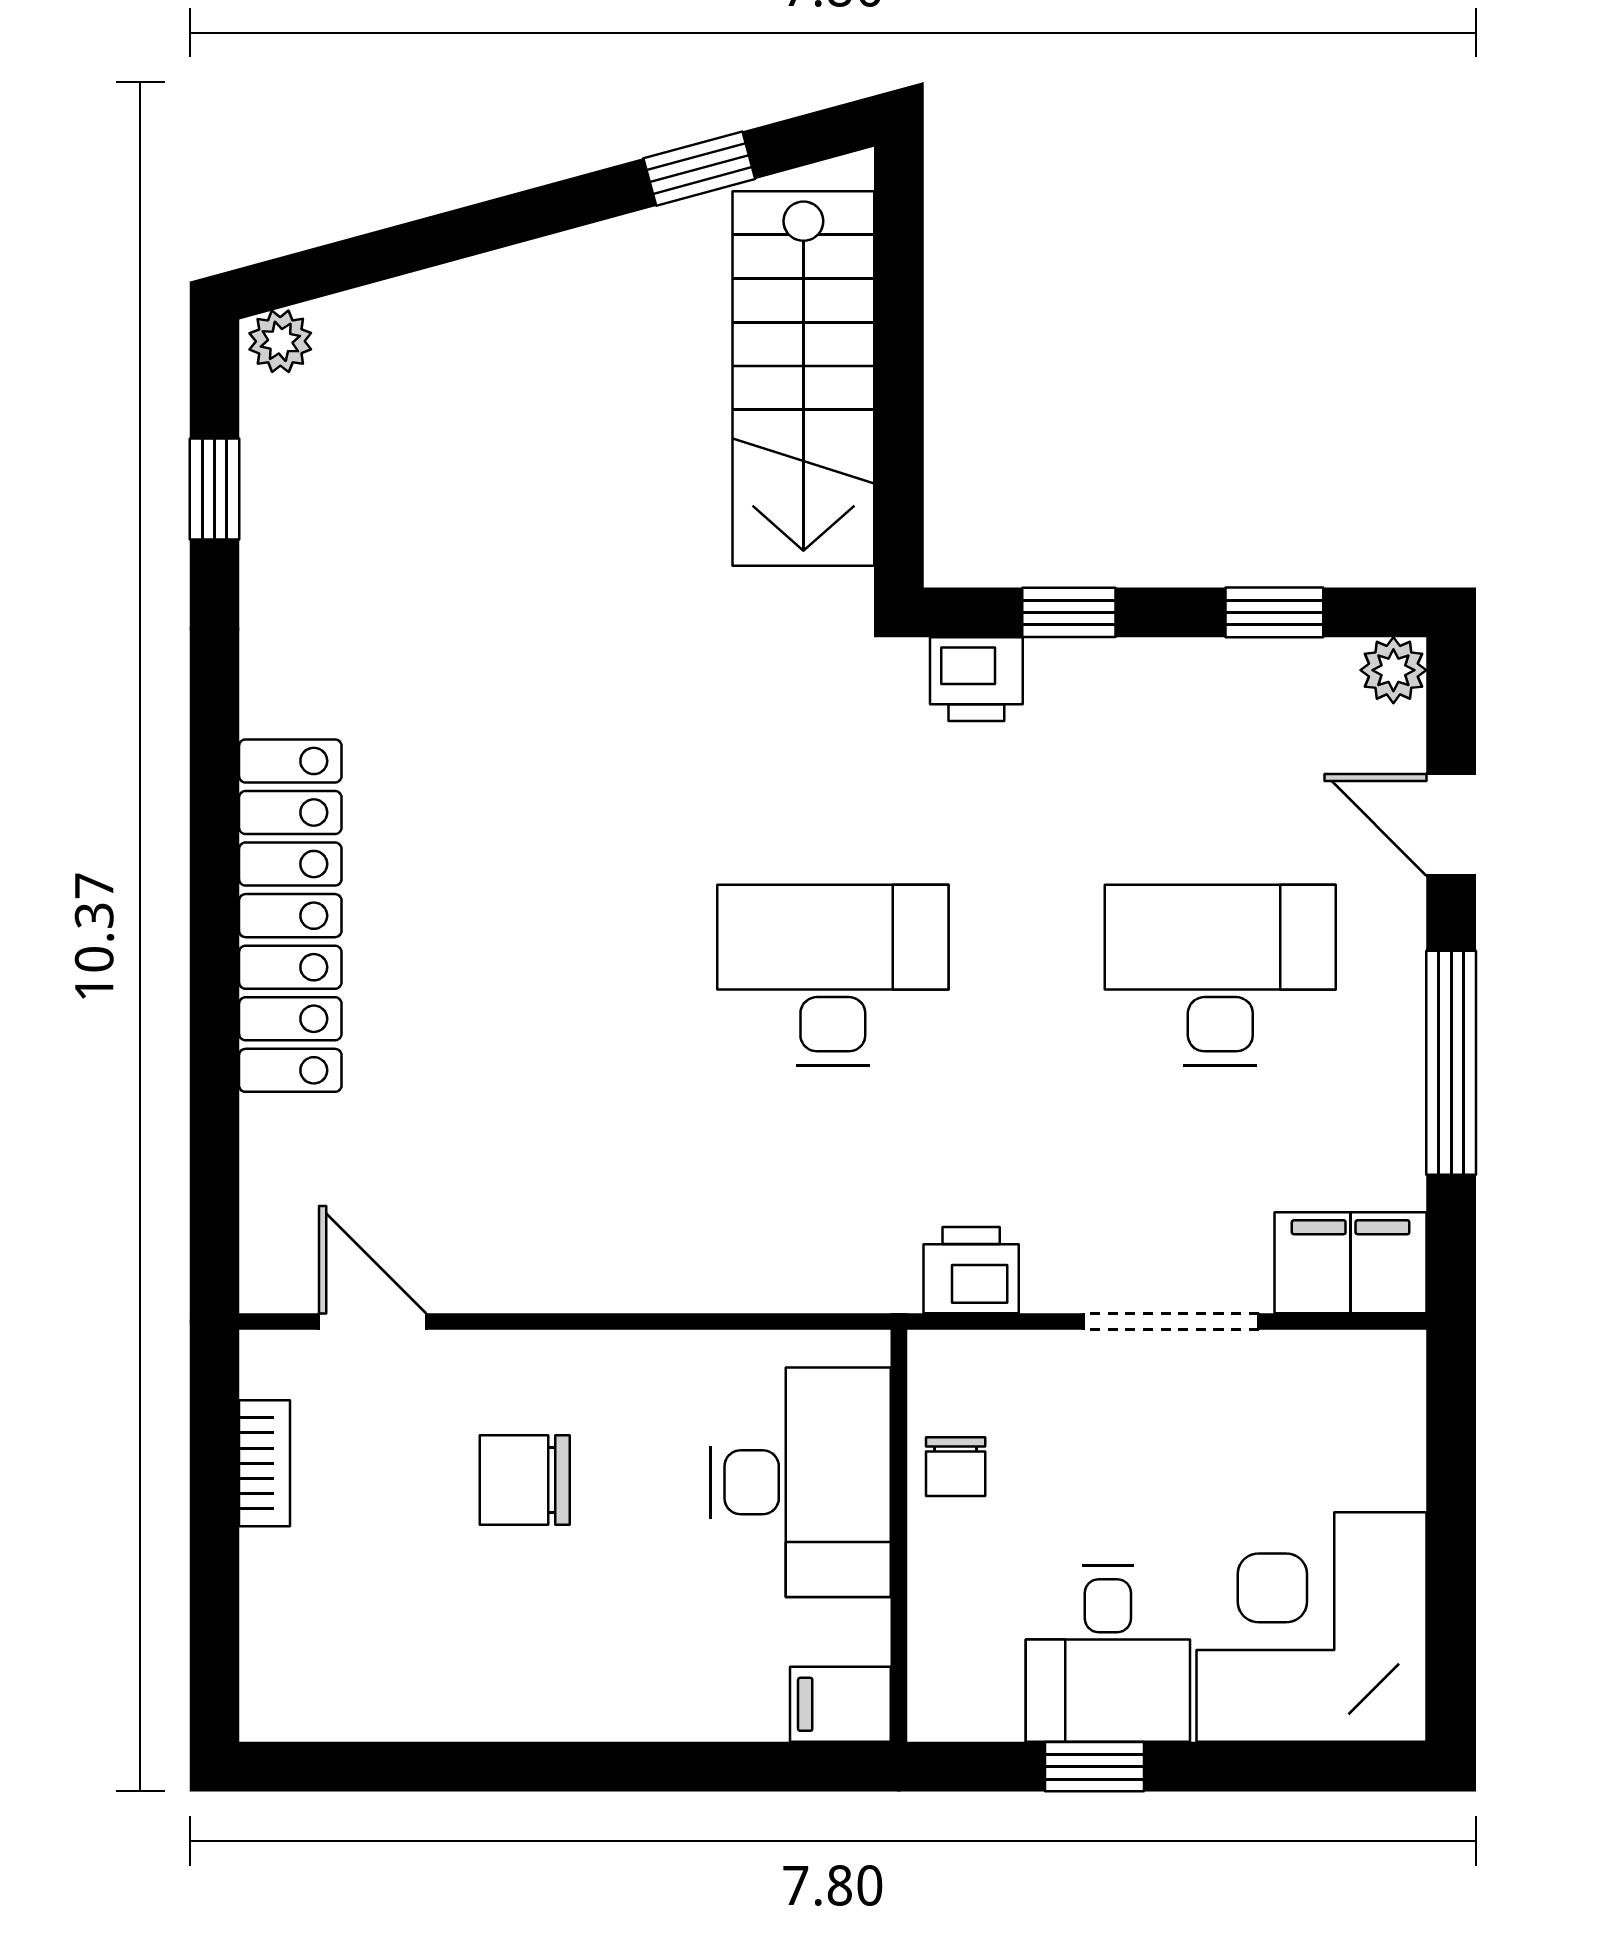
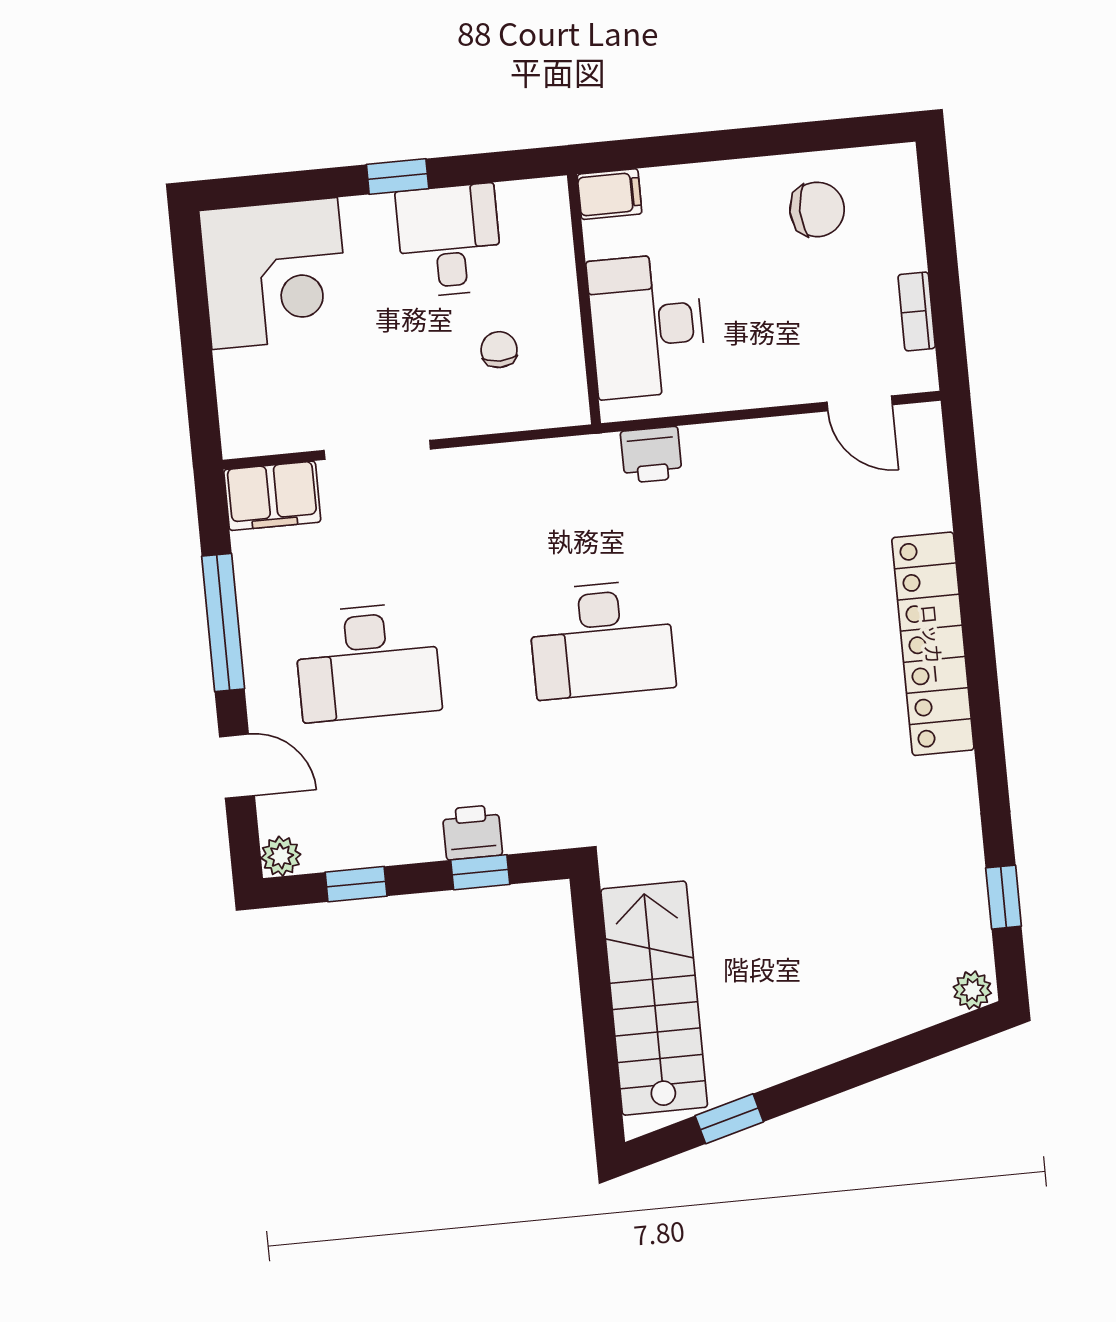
printer: (976, 679) -> (472, 832), moved
printer: (971, 1270) -> (651, 455), moved
chair: (525, 1480) -> (817, 209), moved
desk: (800, 1482) -> (647, 326), moved
wall: (899, 1536) -> (584, 299), moved
desk: (1108, 1653) -> (449, 241), moved
filing cabinet: (840, 1704) -> (610, 194), moved

